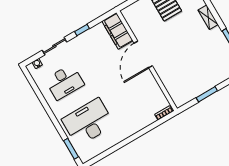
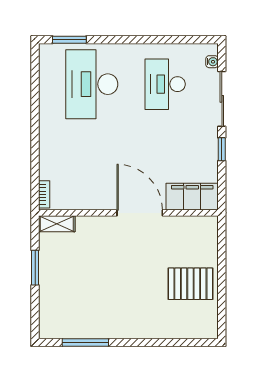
shelving: (208, 17) -> (57, 224), moved
sliding door: (54, 46) -> (222, 99), width x1.37
desk: (88, 122) -> (92, 84), turned 180

